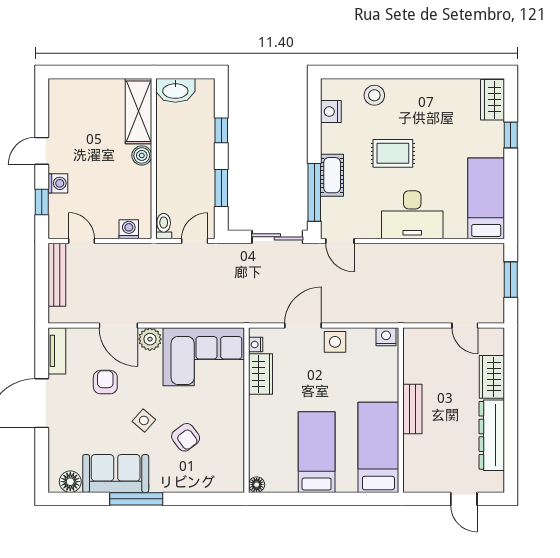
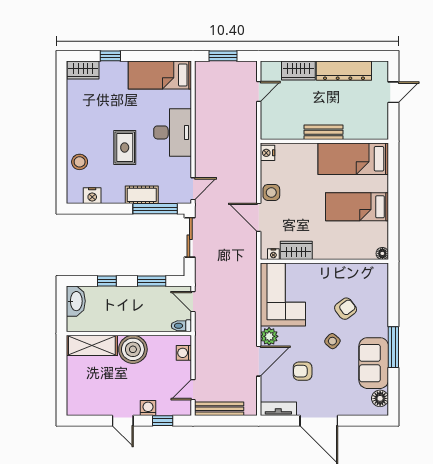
washbasin: (175, 90) -> (76, 301), moved
boiler: (142, 155) -> (133, 349), width x1.86, depth x1.86

